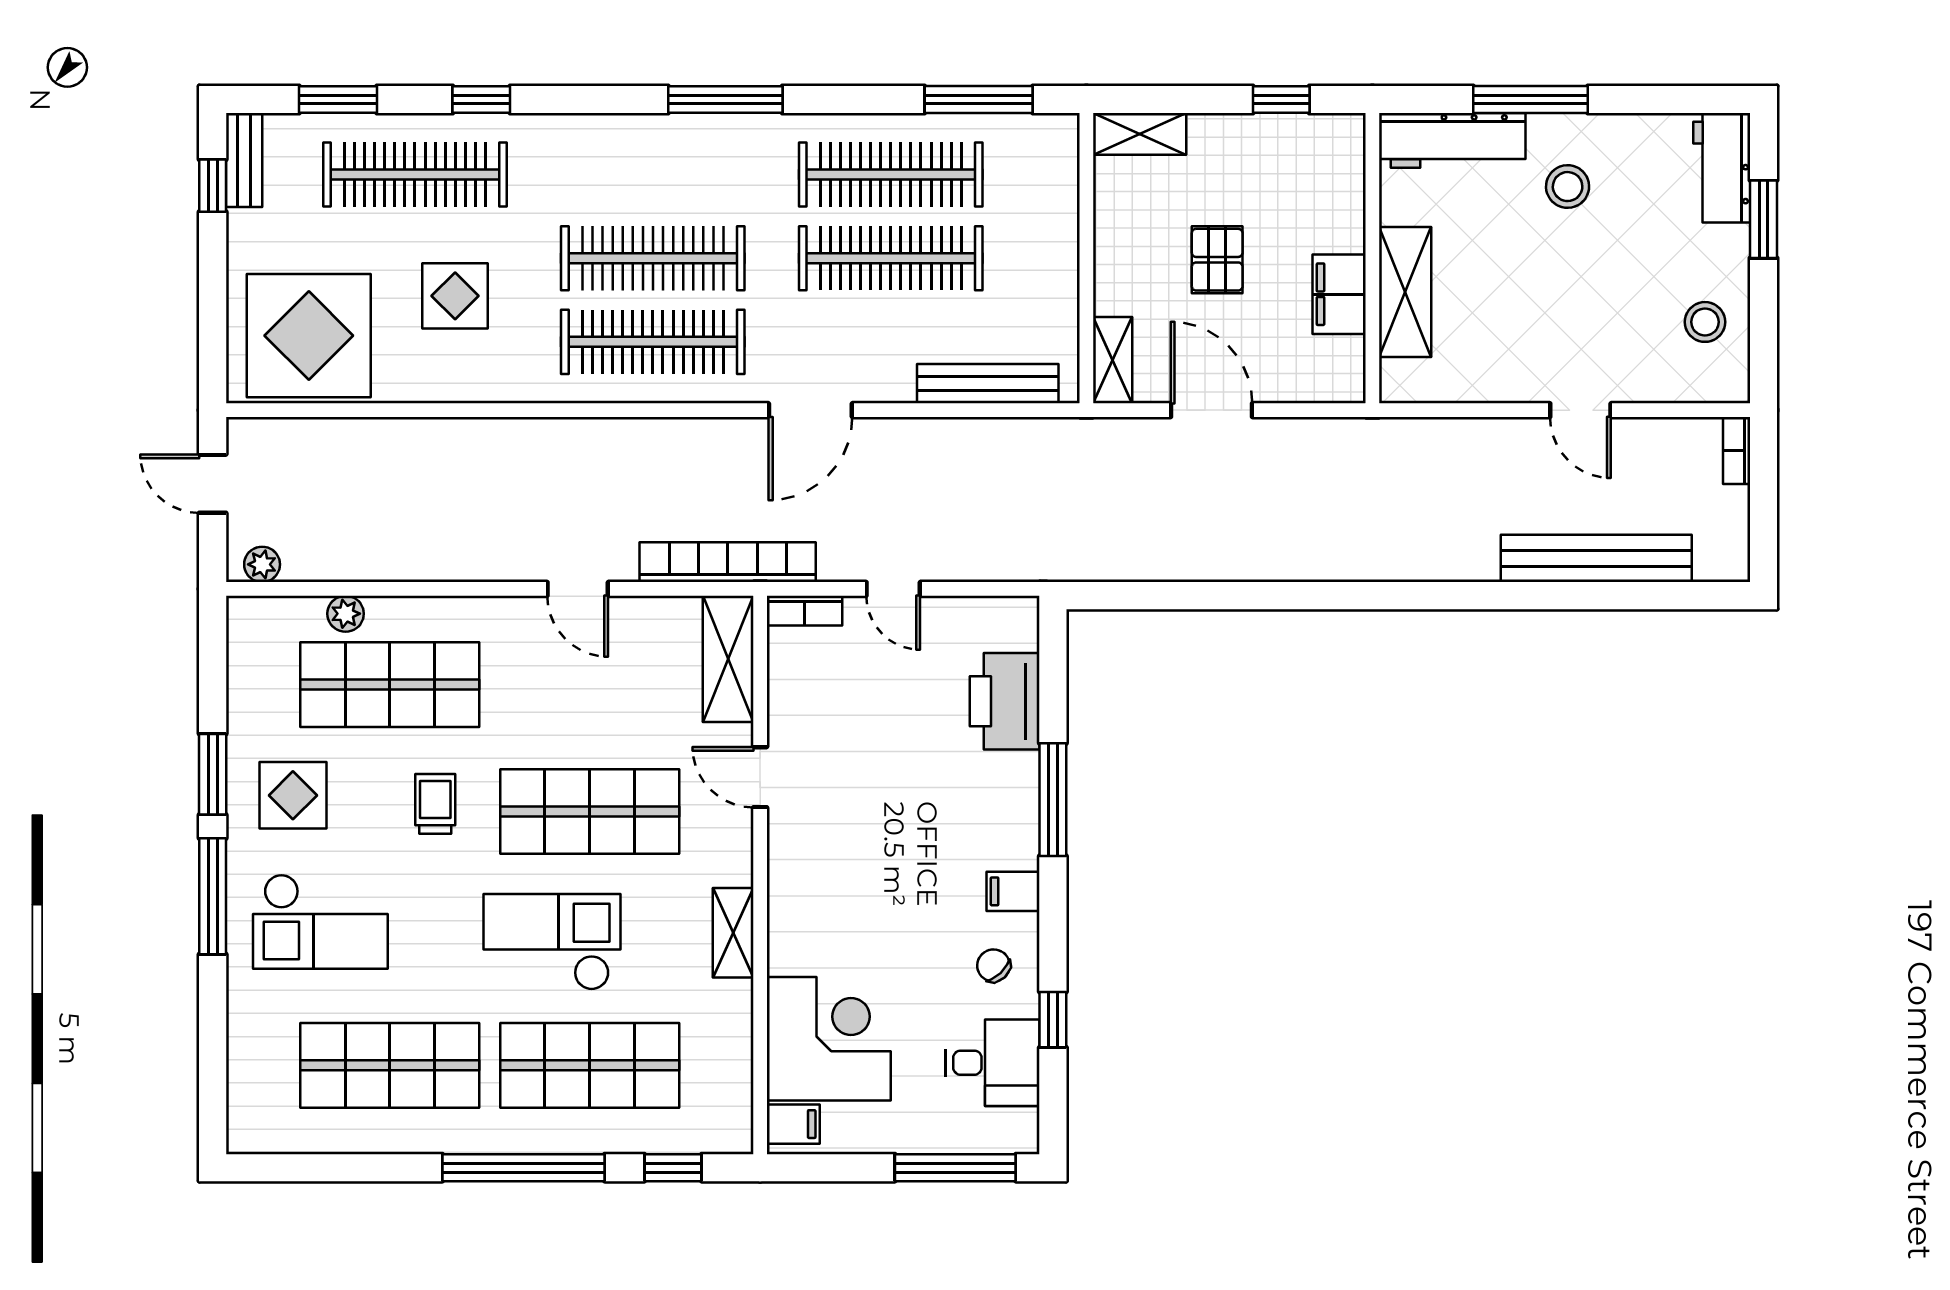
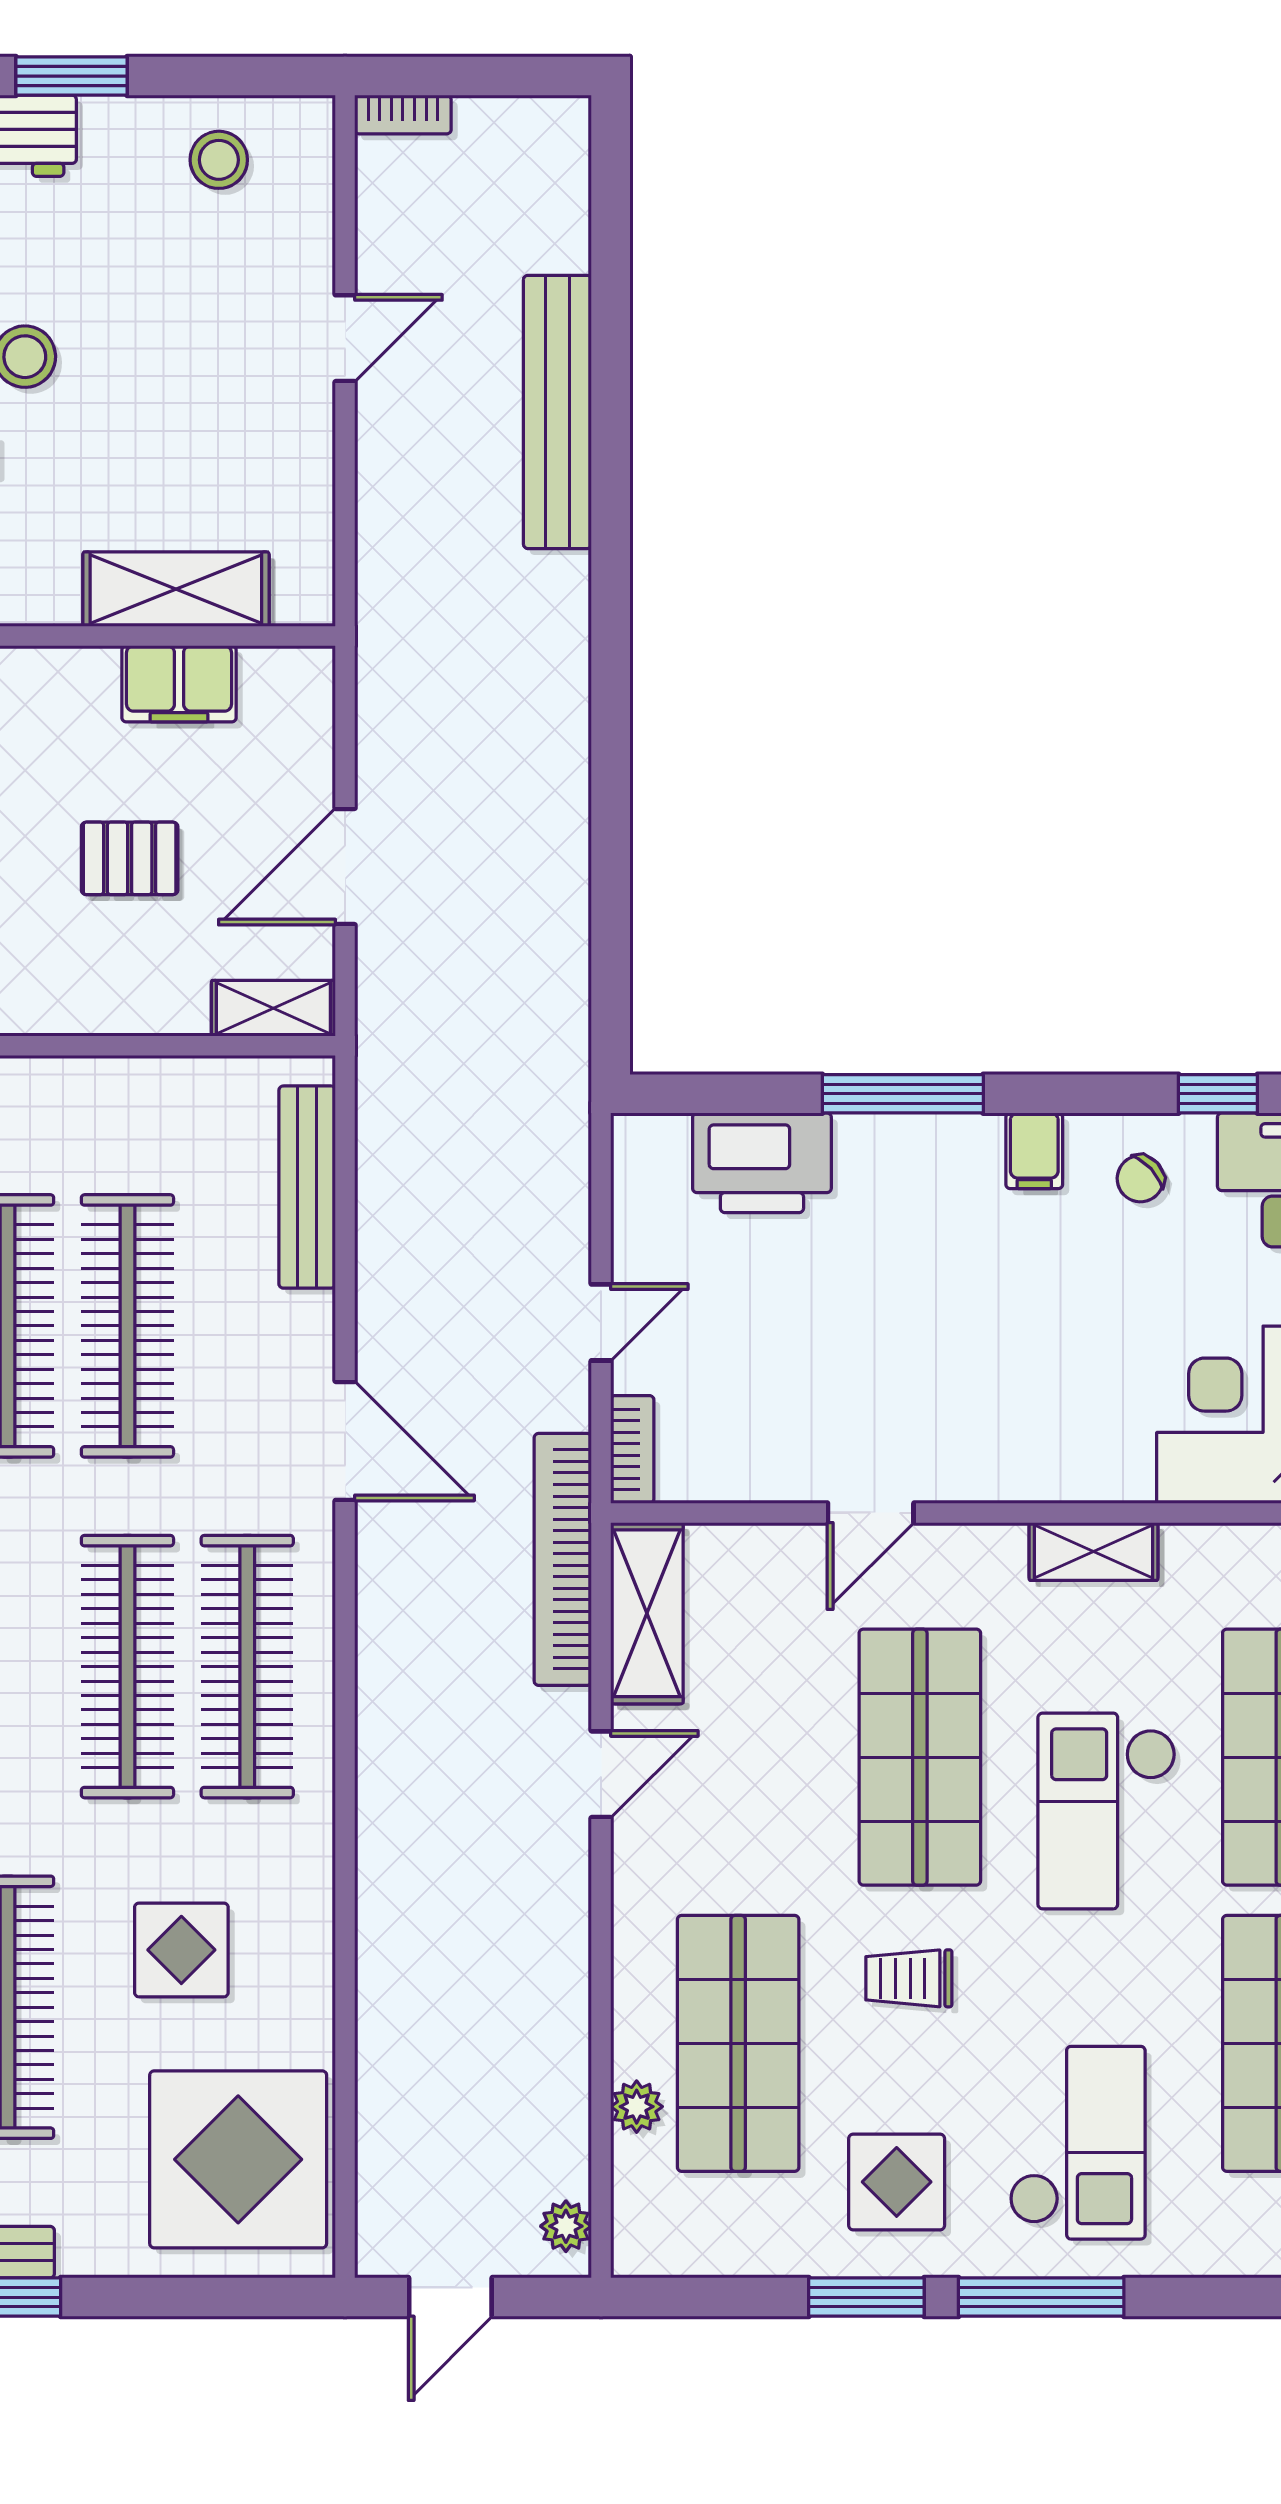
bench: (1596, 558) -> (557, 412), moved
shelving: (728, 659) -> (647, 1613), moved, turned 90

